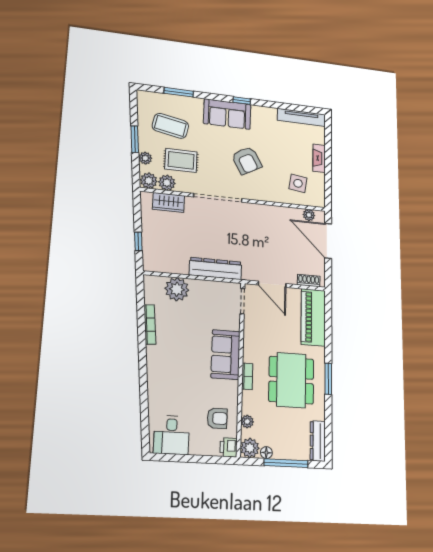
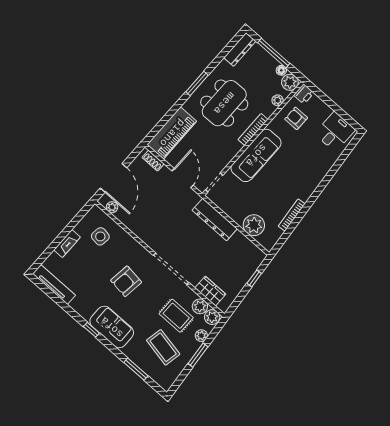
armchair: (247, 160) -> (126, 281), turned -144
sofa: (226, 355) -> (256, 155), width x1.36
bookcase: (247, 376) -> (253, 130), width x1.56

